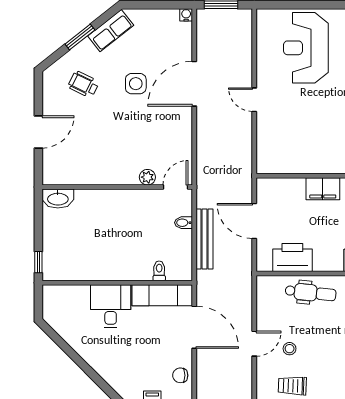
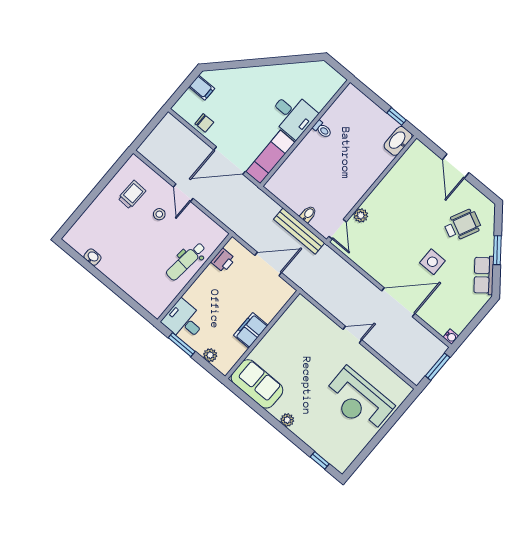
reception desk: (306, 48) -> (358, 400), turned 180
wheelchair: (83, 84) -> (462, 225), width x1.36, depth x1.37
door: (194, 84) -> (398, 302), hinge flipped
bench: (205, 239) -> (299, 231), moved
printer: (292, 257) -> (223, 260), width x0.53, depth x0.68
window: (38, 262) -> (396, 116), moved
toilet: (159, 271) -> (322, 129), moved
chair: (180, 375) -> (204, 123), turned 90

